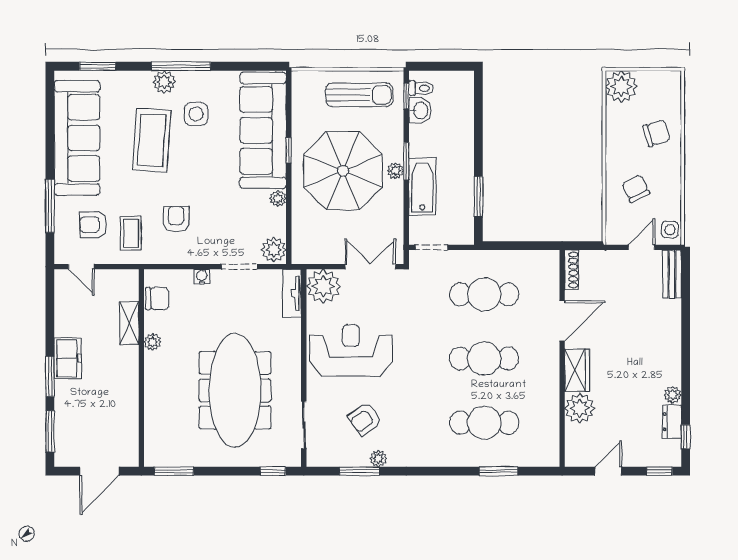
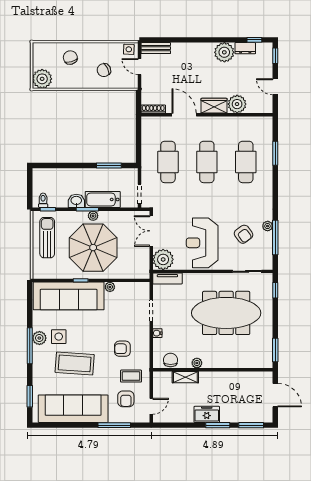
plant: (164, 82) -> (39, 338), moved
washbasin: (420, 111) -> (76, 201), moved
plant: (274, 250) -> (141, 289), removed
plant: (673, 395) -> (224, 52), width x1.88, depth x1.88
window: (359, 471) -> (275, 238), width x1.44

